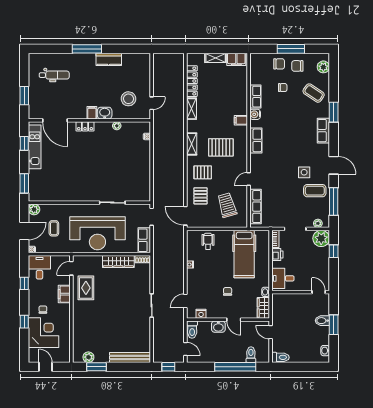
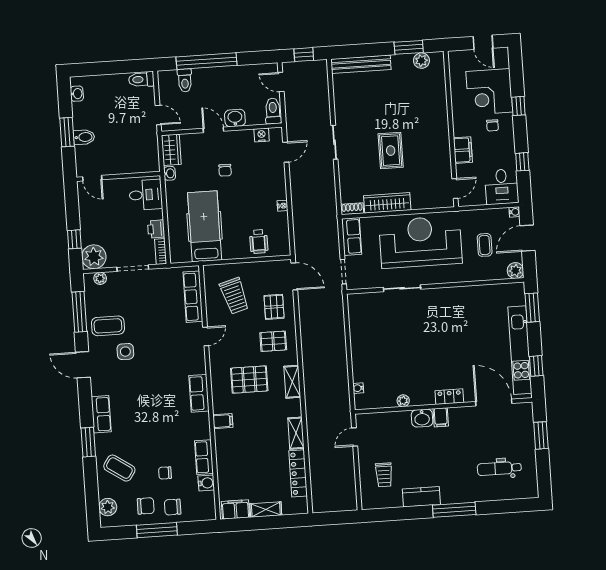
trolley: (133, 76) -> (384, 475), added
stool: (128, 99) -> (389, 441), removed
water cooler: (255, 114) -> (206, 483), moved
kitchen unit: (35, 147) -> (520, 350), width x1.36
rug: (86, 288) -> (391, 151), moved

